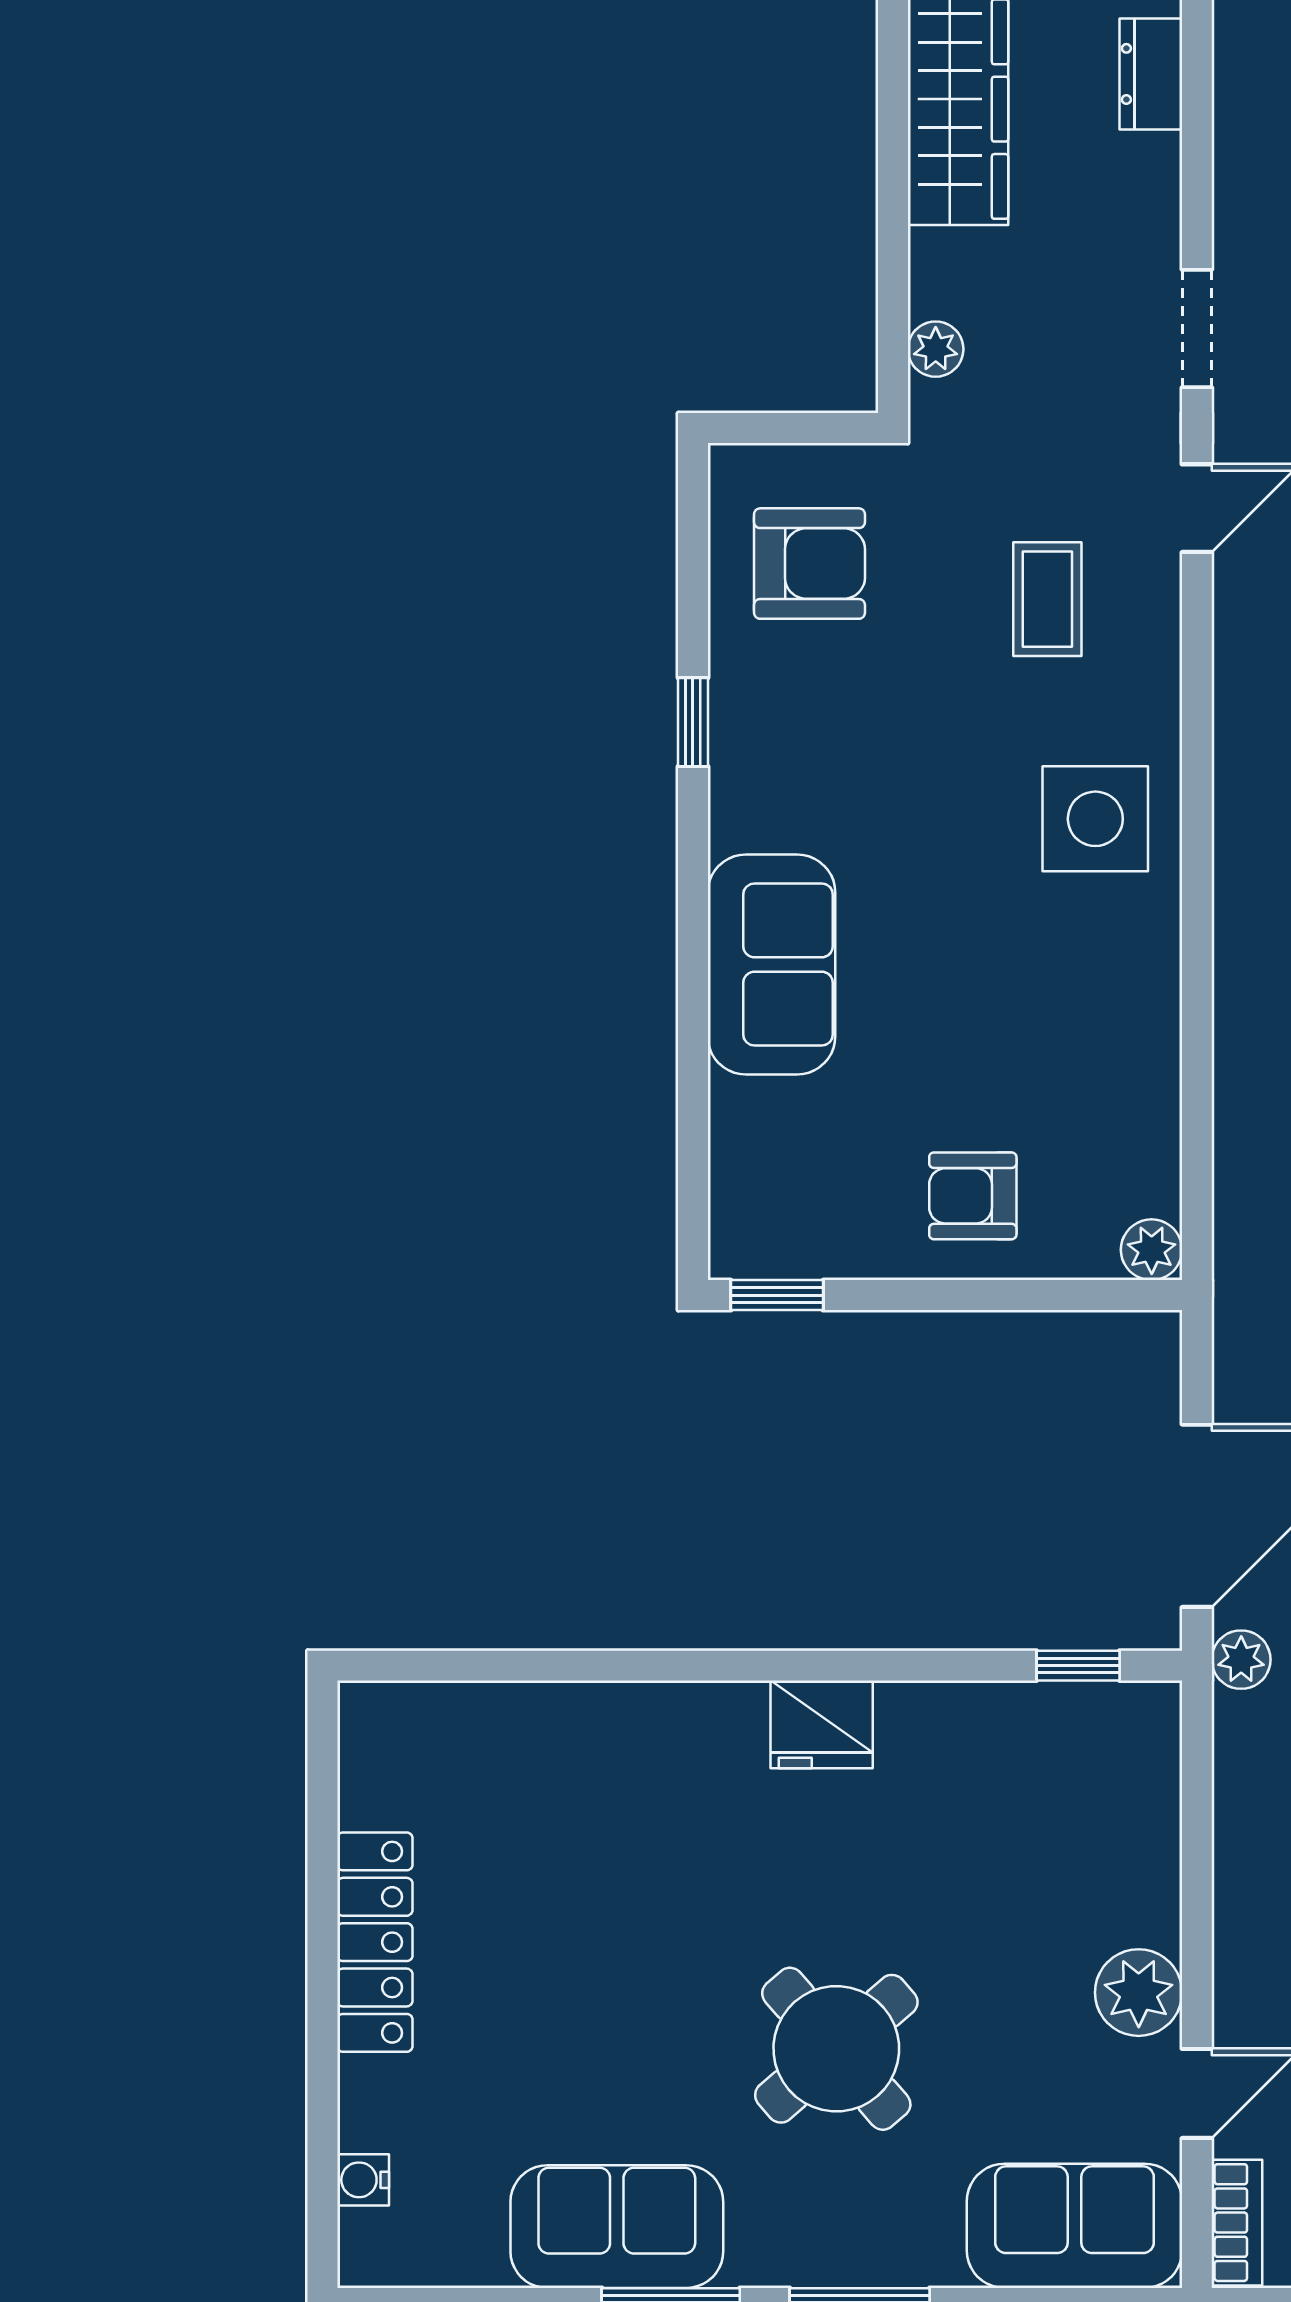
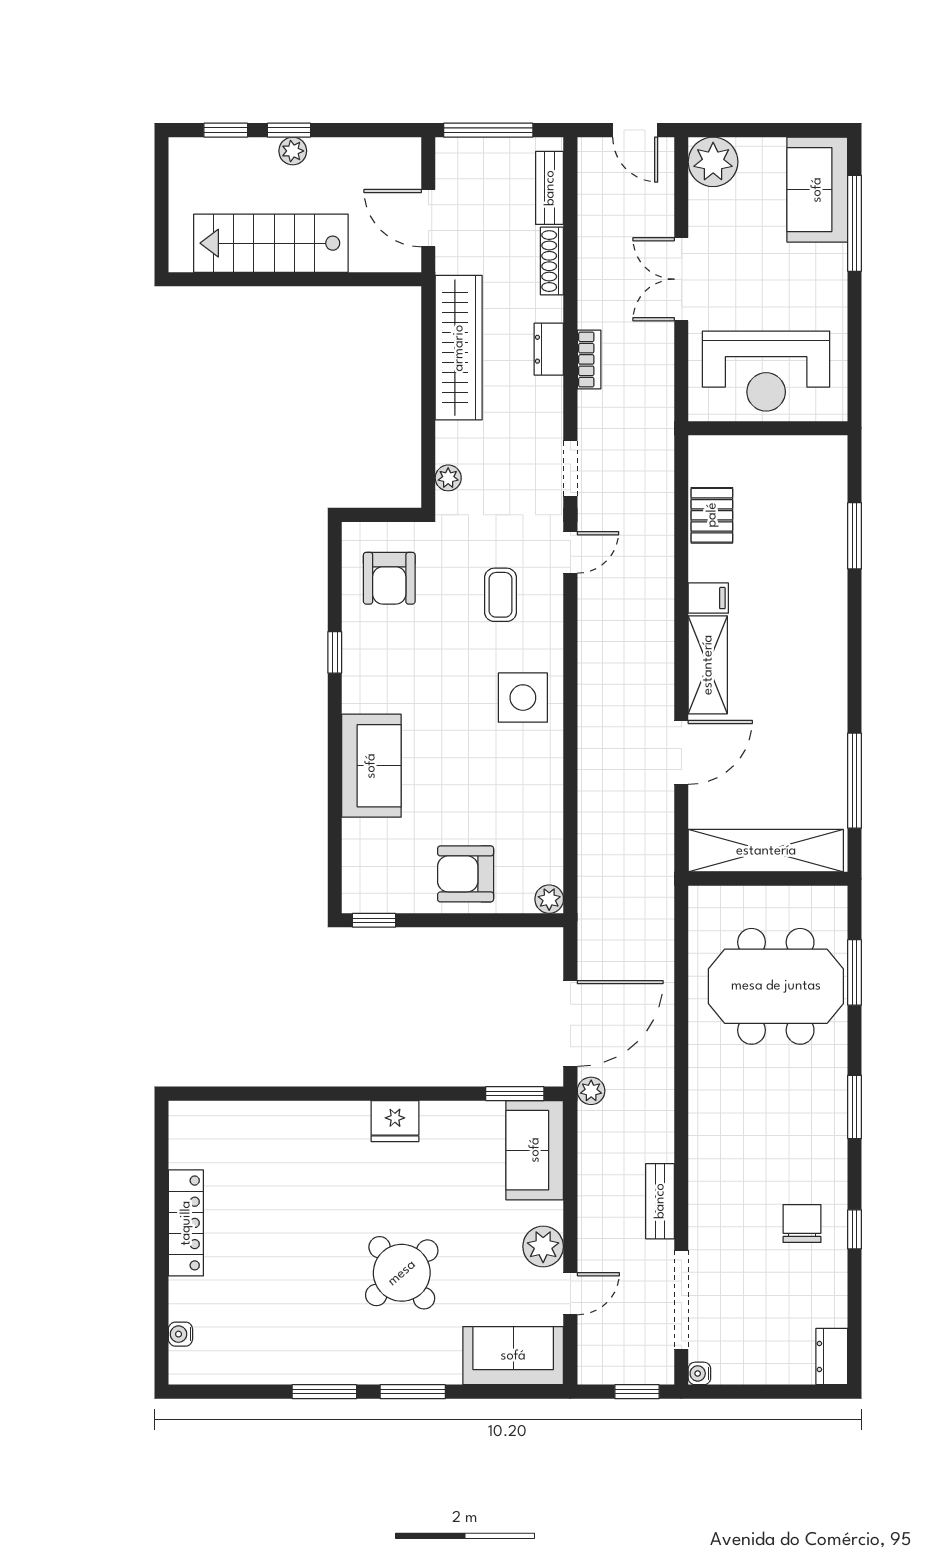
armchair: (809, 564) -> (389, 578), turned 90
armchair: (973, 1196) -> (466, 874), width x1.38, depth x1.38
window: (1078, 1666) -> (515, 1094), width x1.50
bookcase: (1237, 2223) -> (589, 359), moved
sofa: (617, 2227) -> (535, 1150), moved, turned -90

